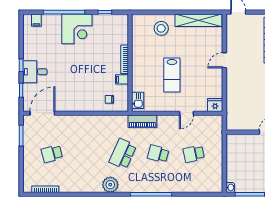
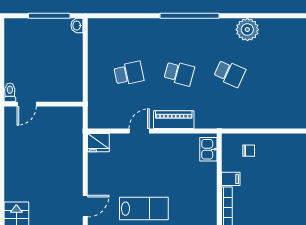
lab bench: (172, 75) -> (144, 209), moved, turned 90
piano: (142, 121) -> (174, 120), moved
school desk: (123, 154) -> (230, 73), width x0.54

